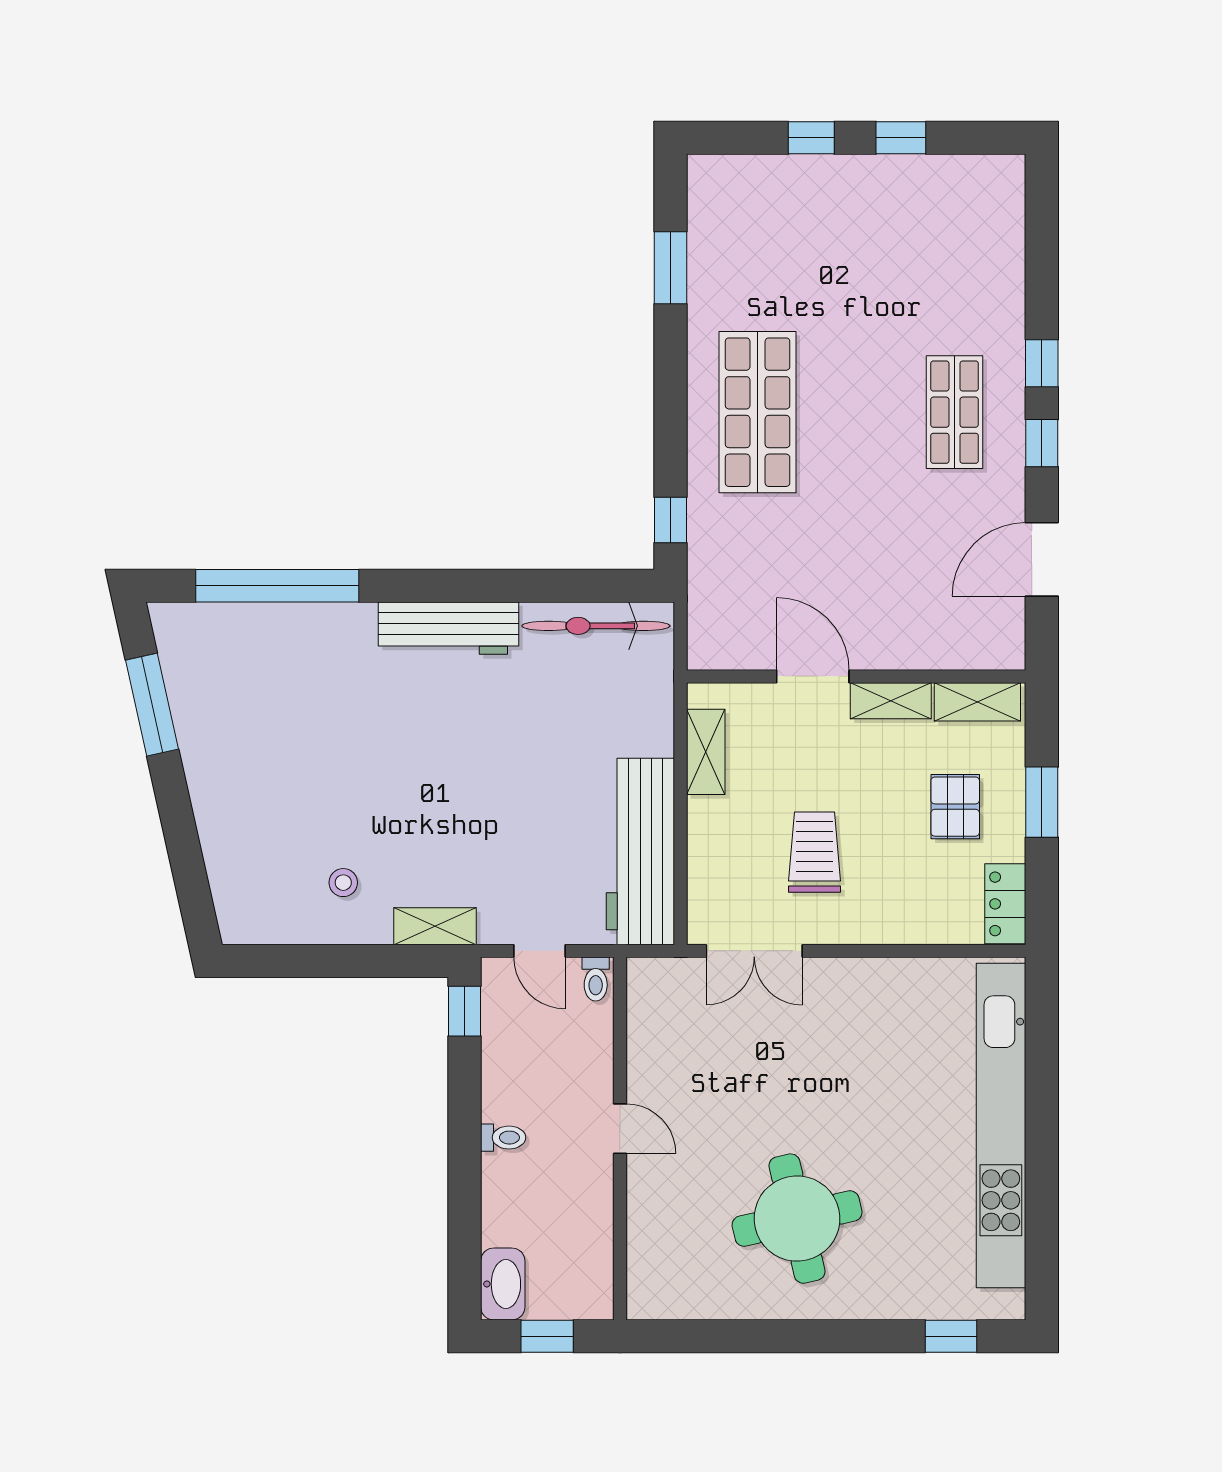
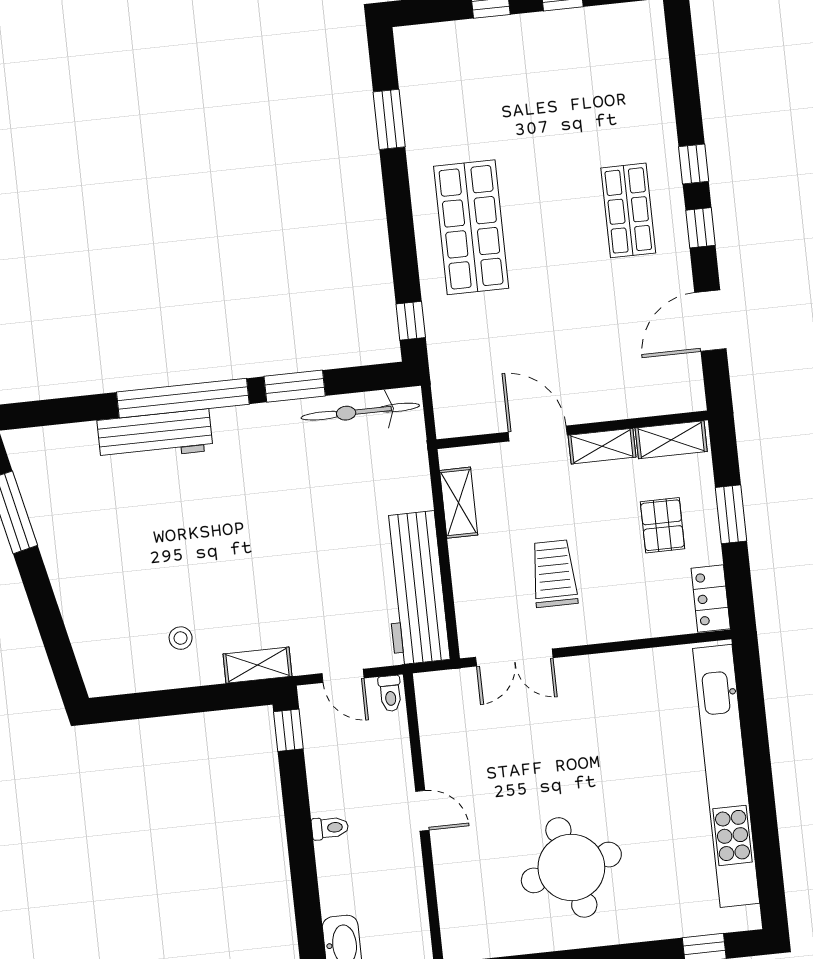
window: (277, 586) -> (183, 398), moved
window: (518, 586) -> (295, 386), added
workbench: (448, 628) -> (155, 435), moved

